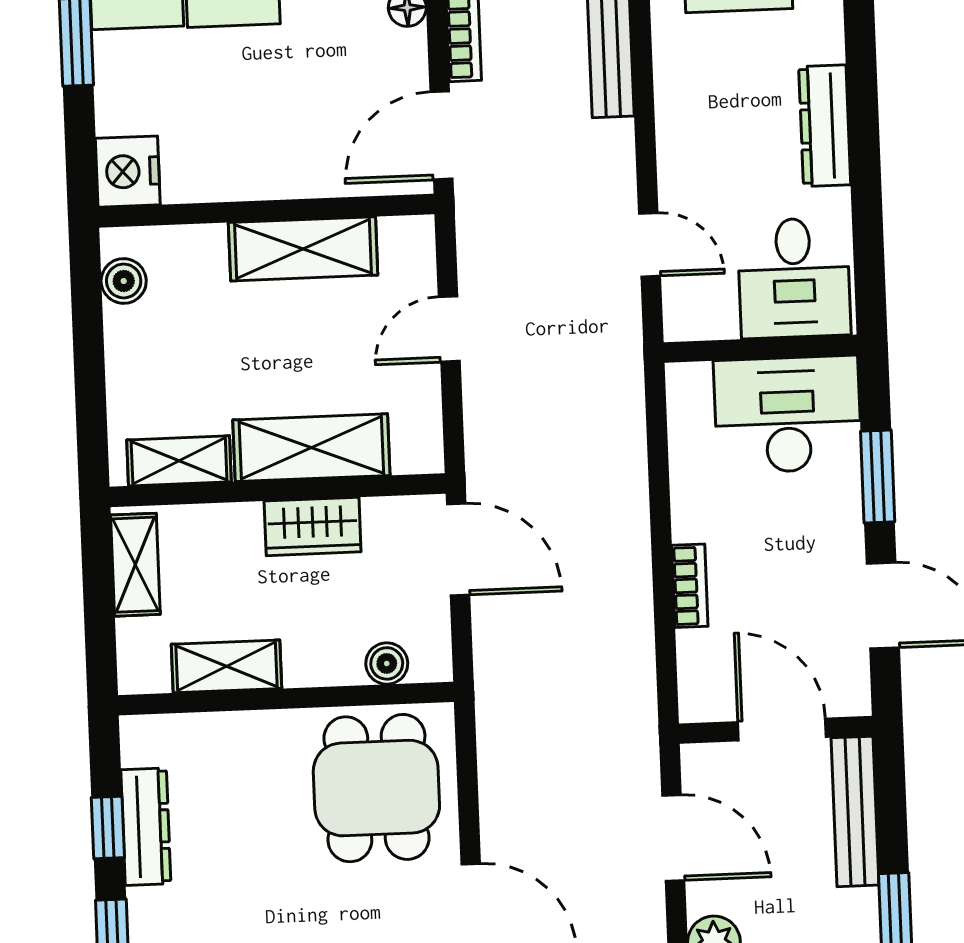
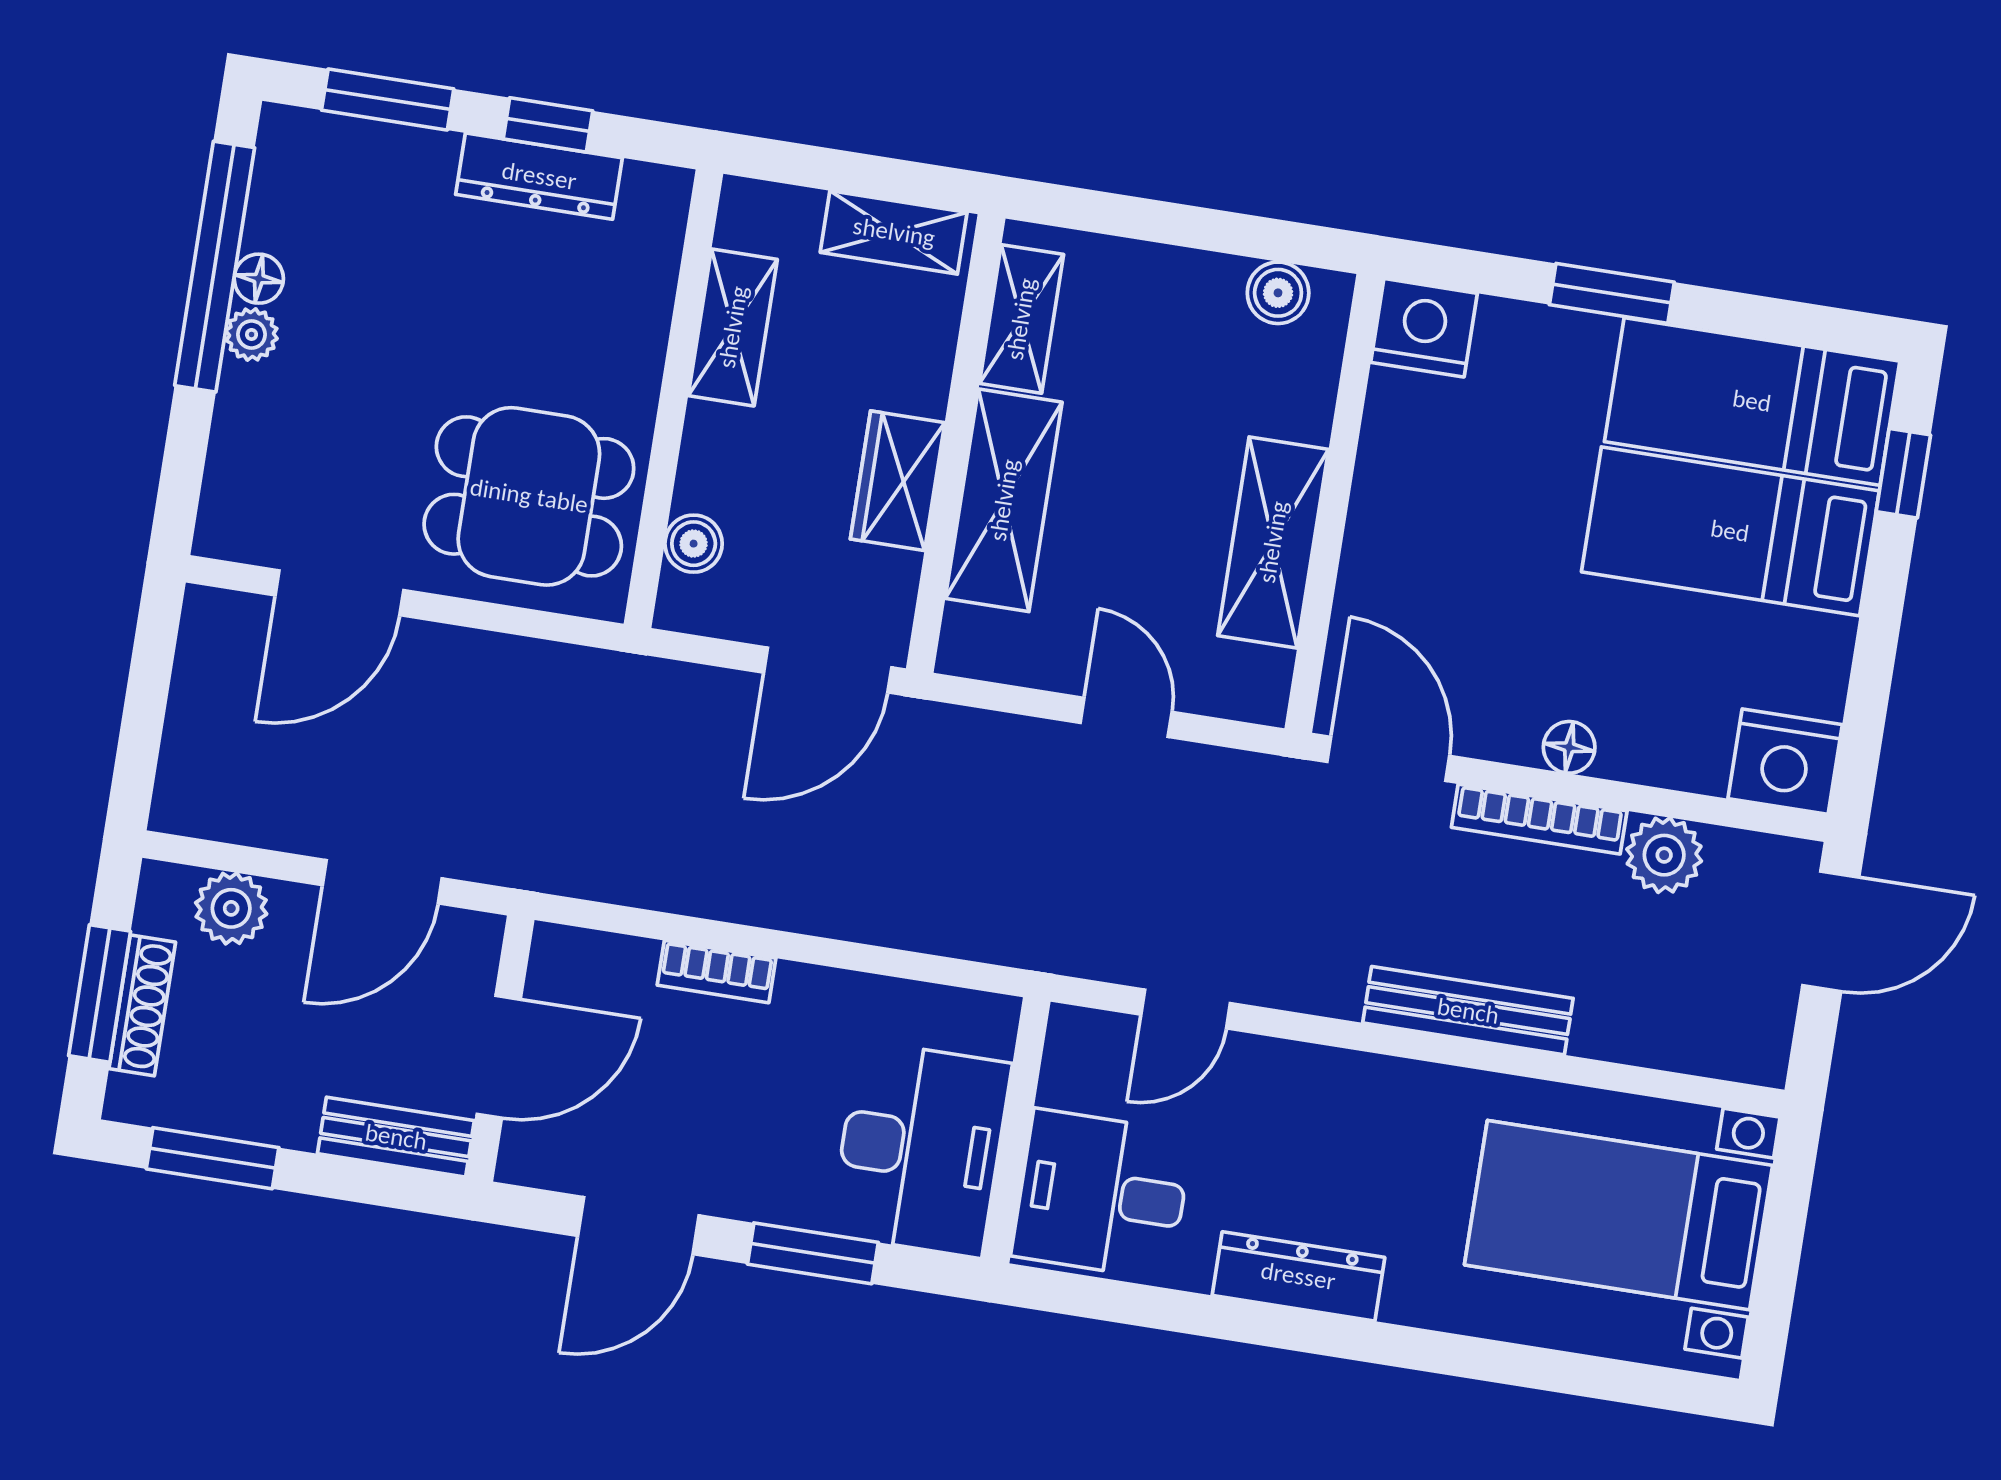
bench: (855, 811) -> (396, 1137), width x0.73

